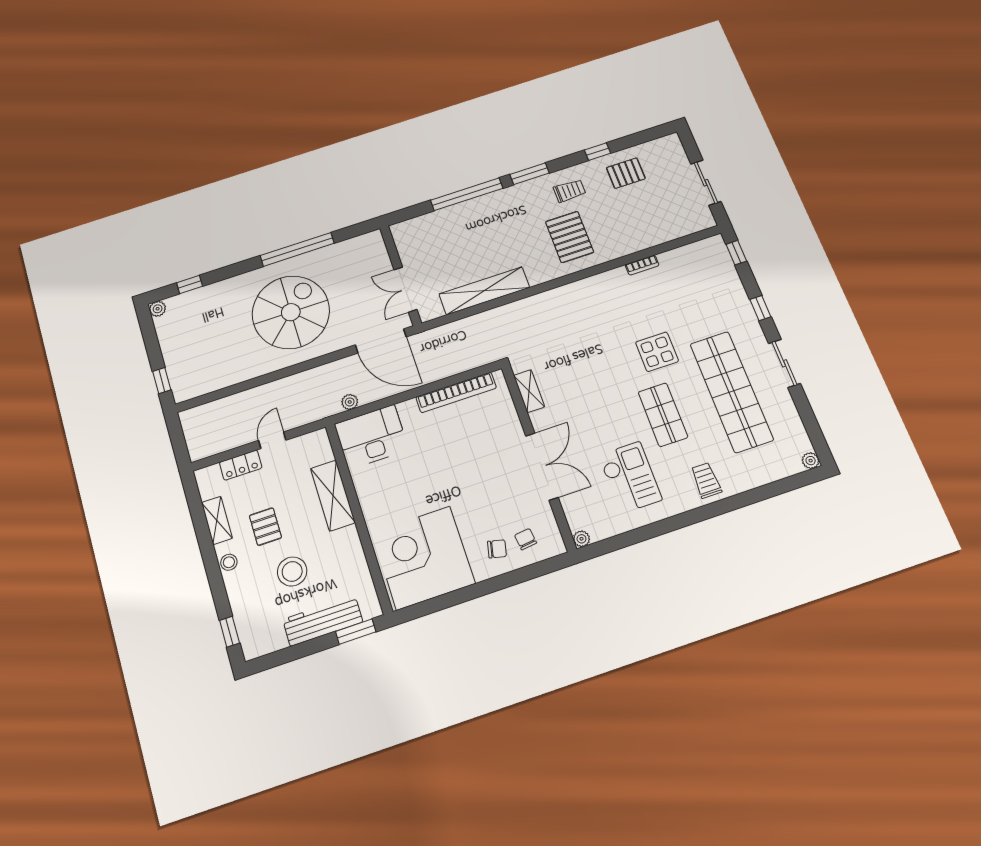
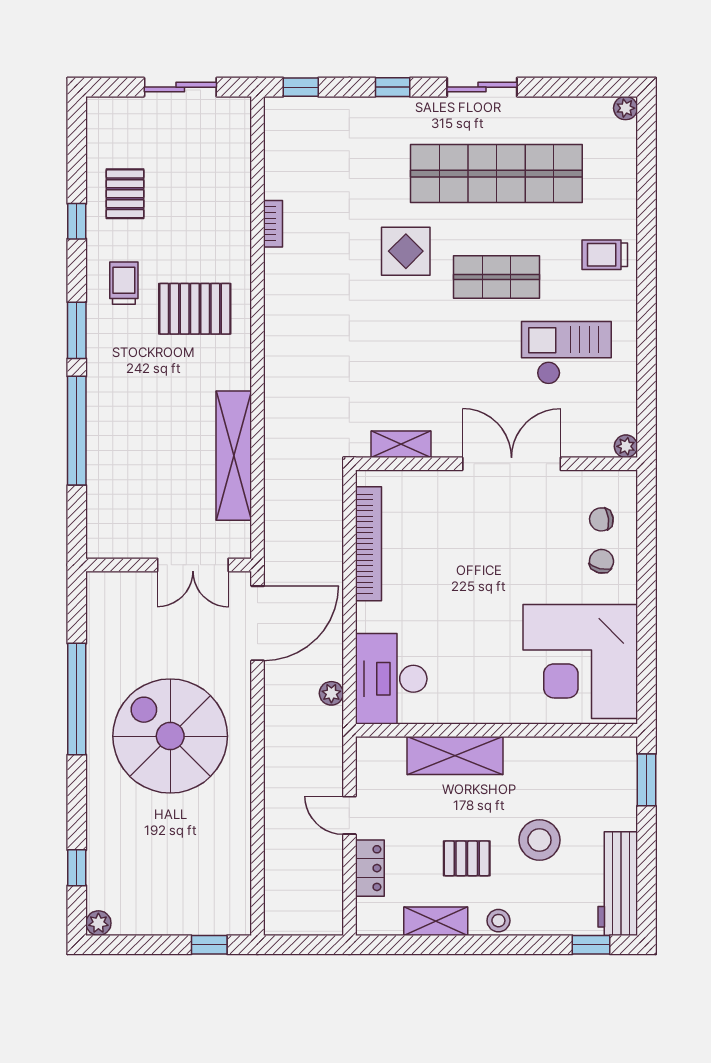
workbench: (323, 621) -> (618, 884), moved

